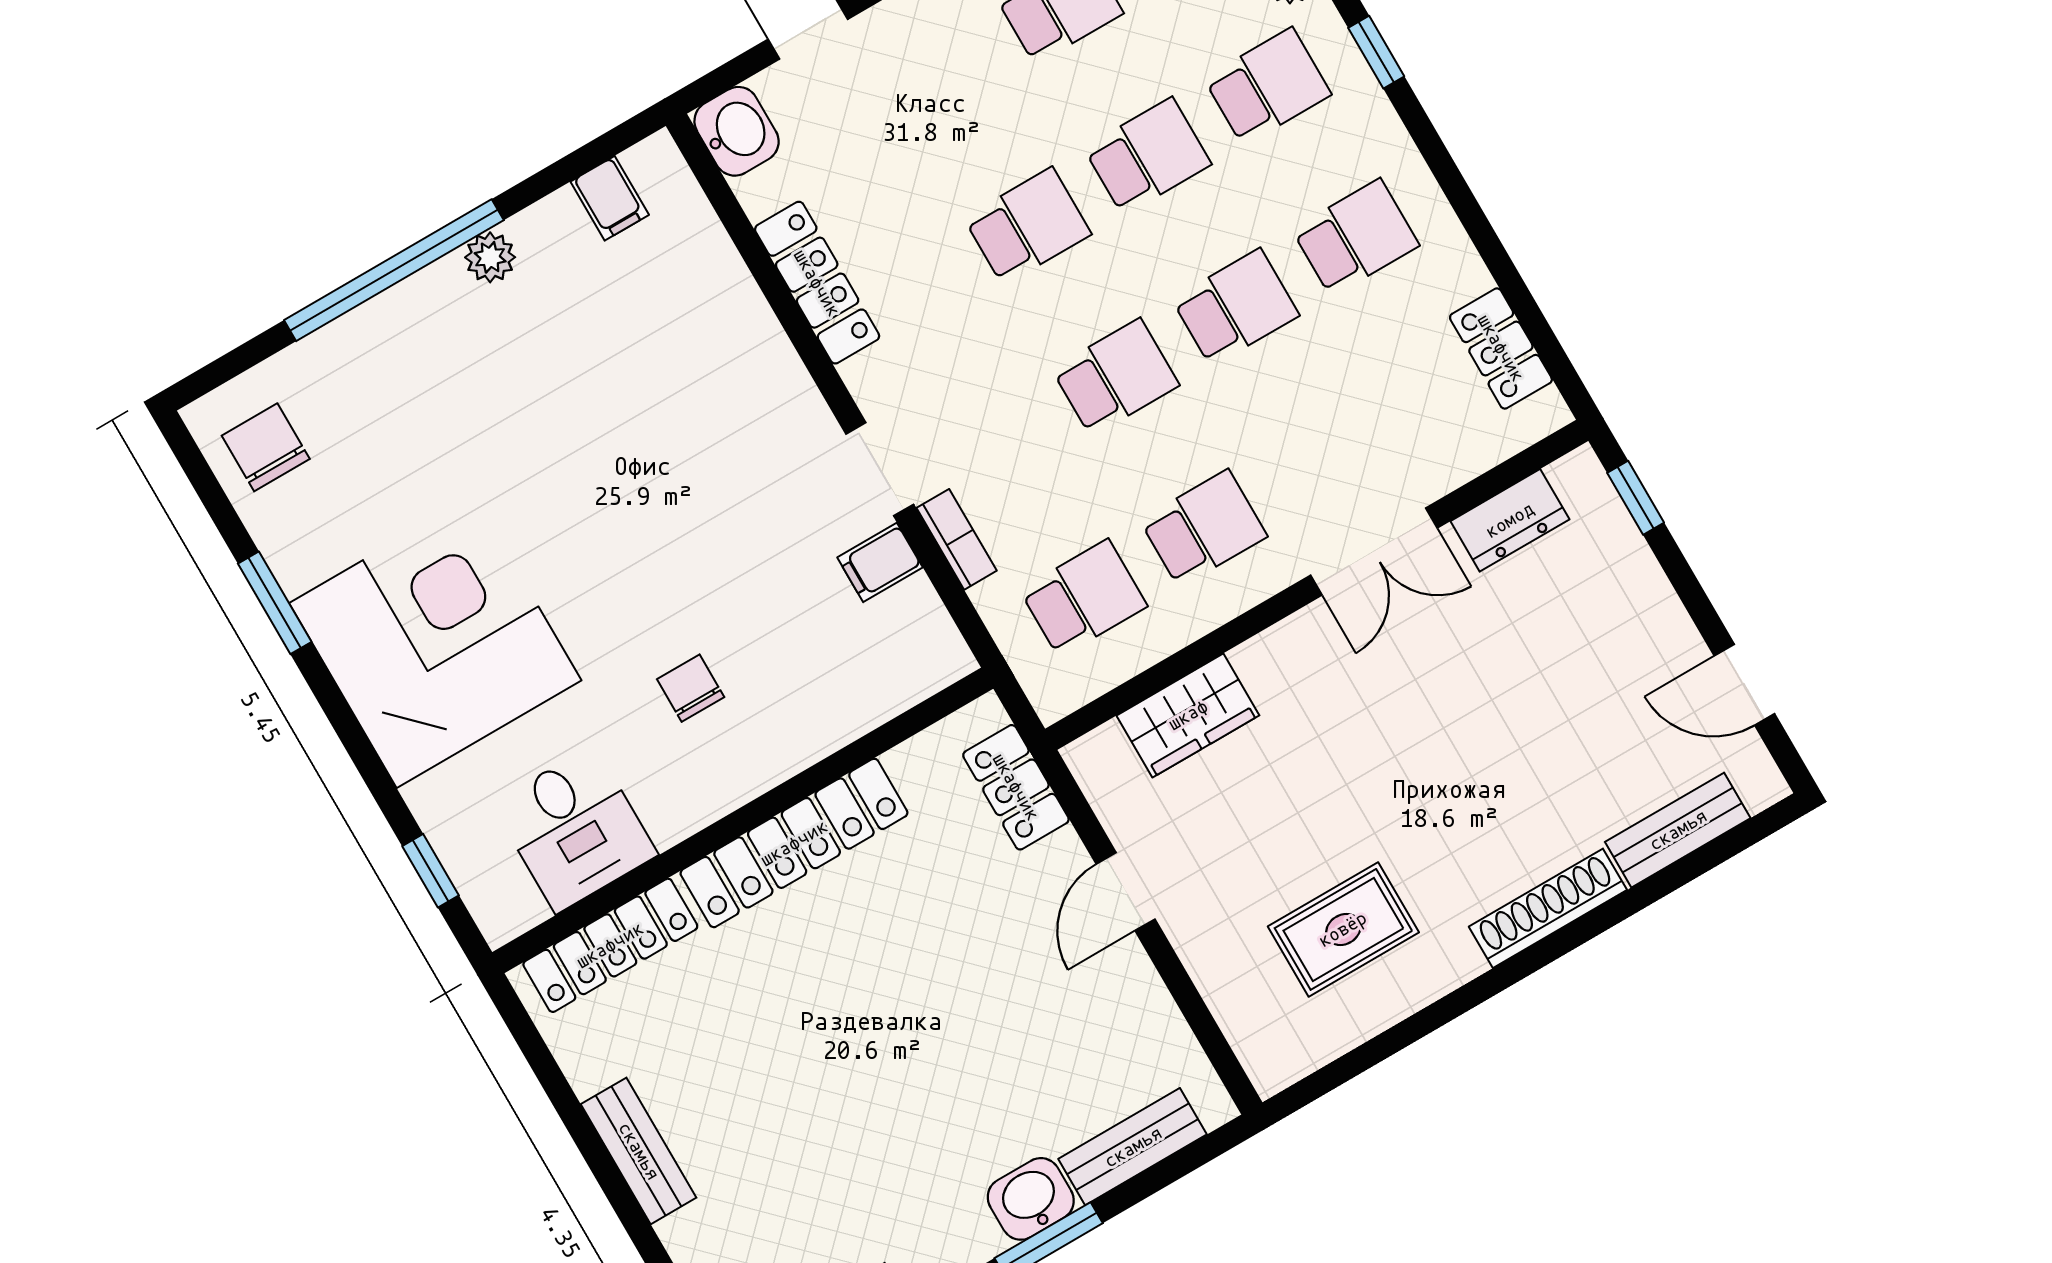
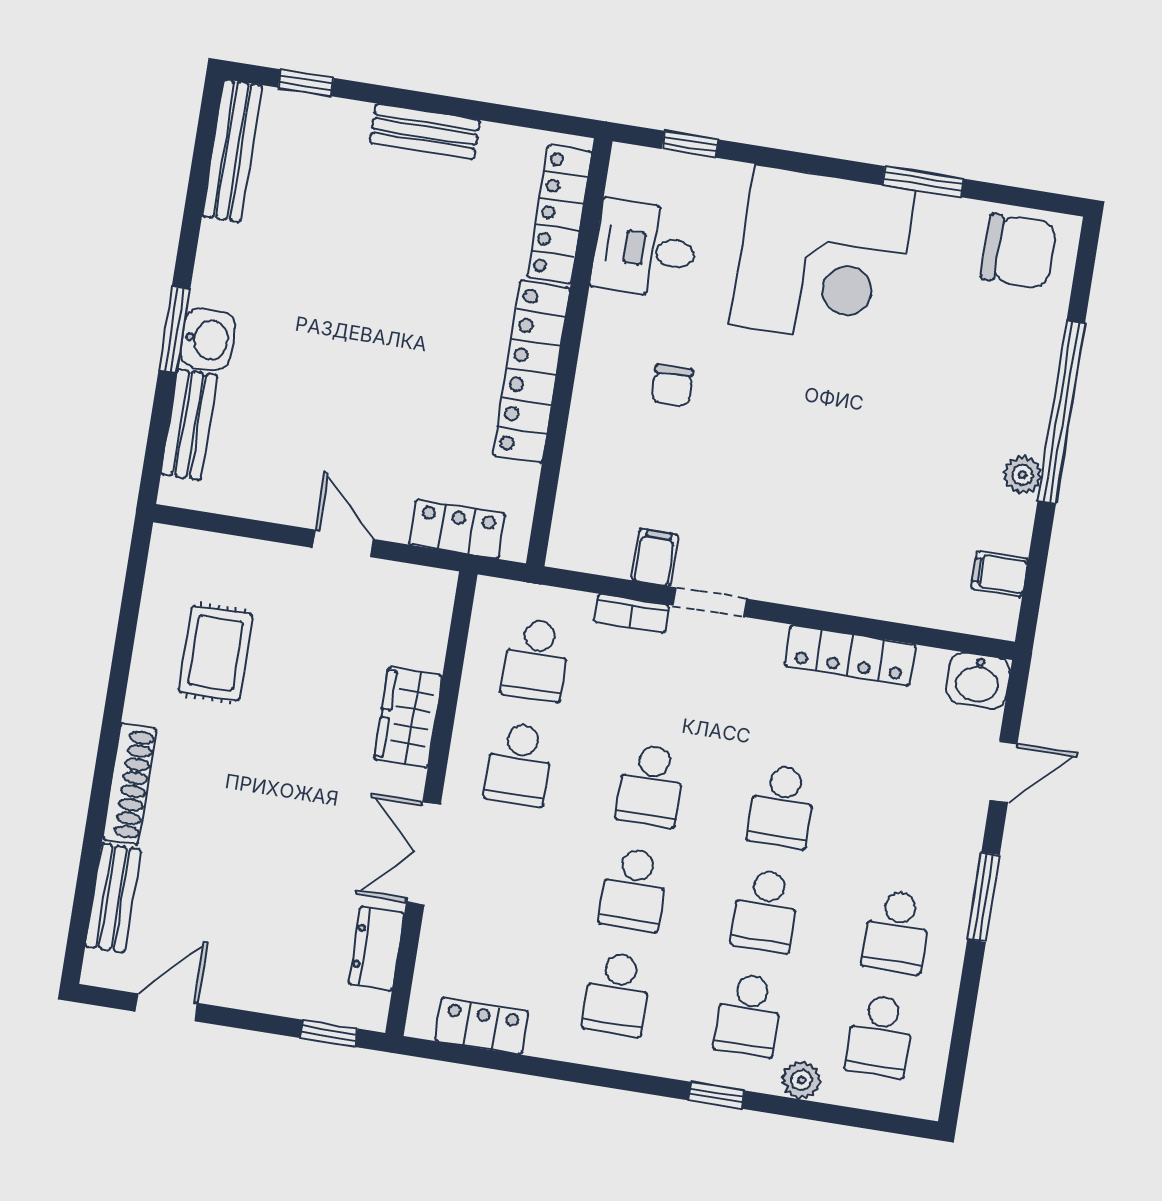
chair: (266, 447) -> (1019, 251), width x1.37, depth x1.37
chair: (691, 688) -> (672, 385), turned 88
wardrobe: (1188, 715) -> (408, 717), moved

